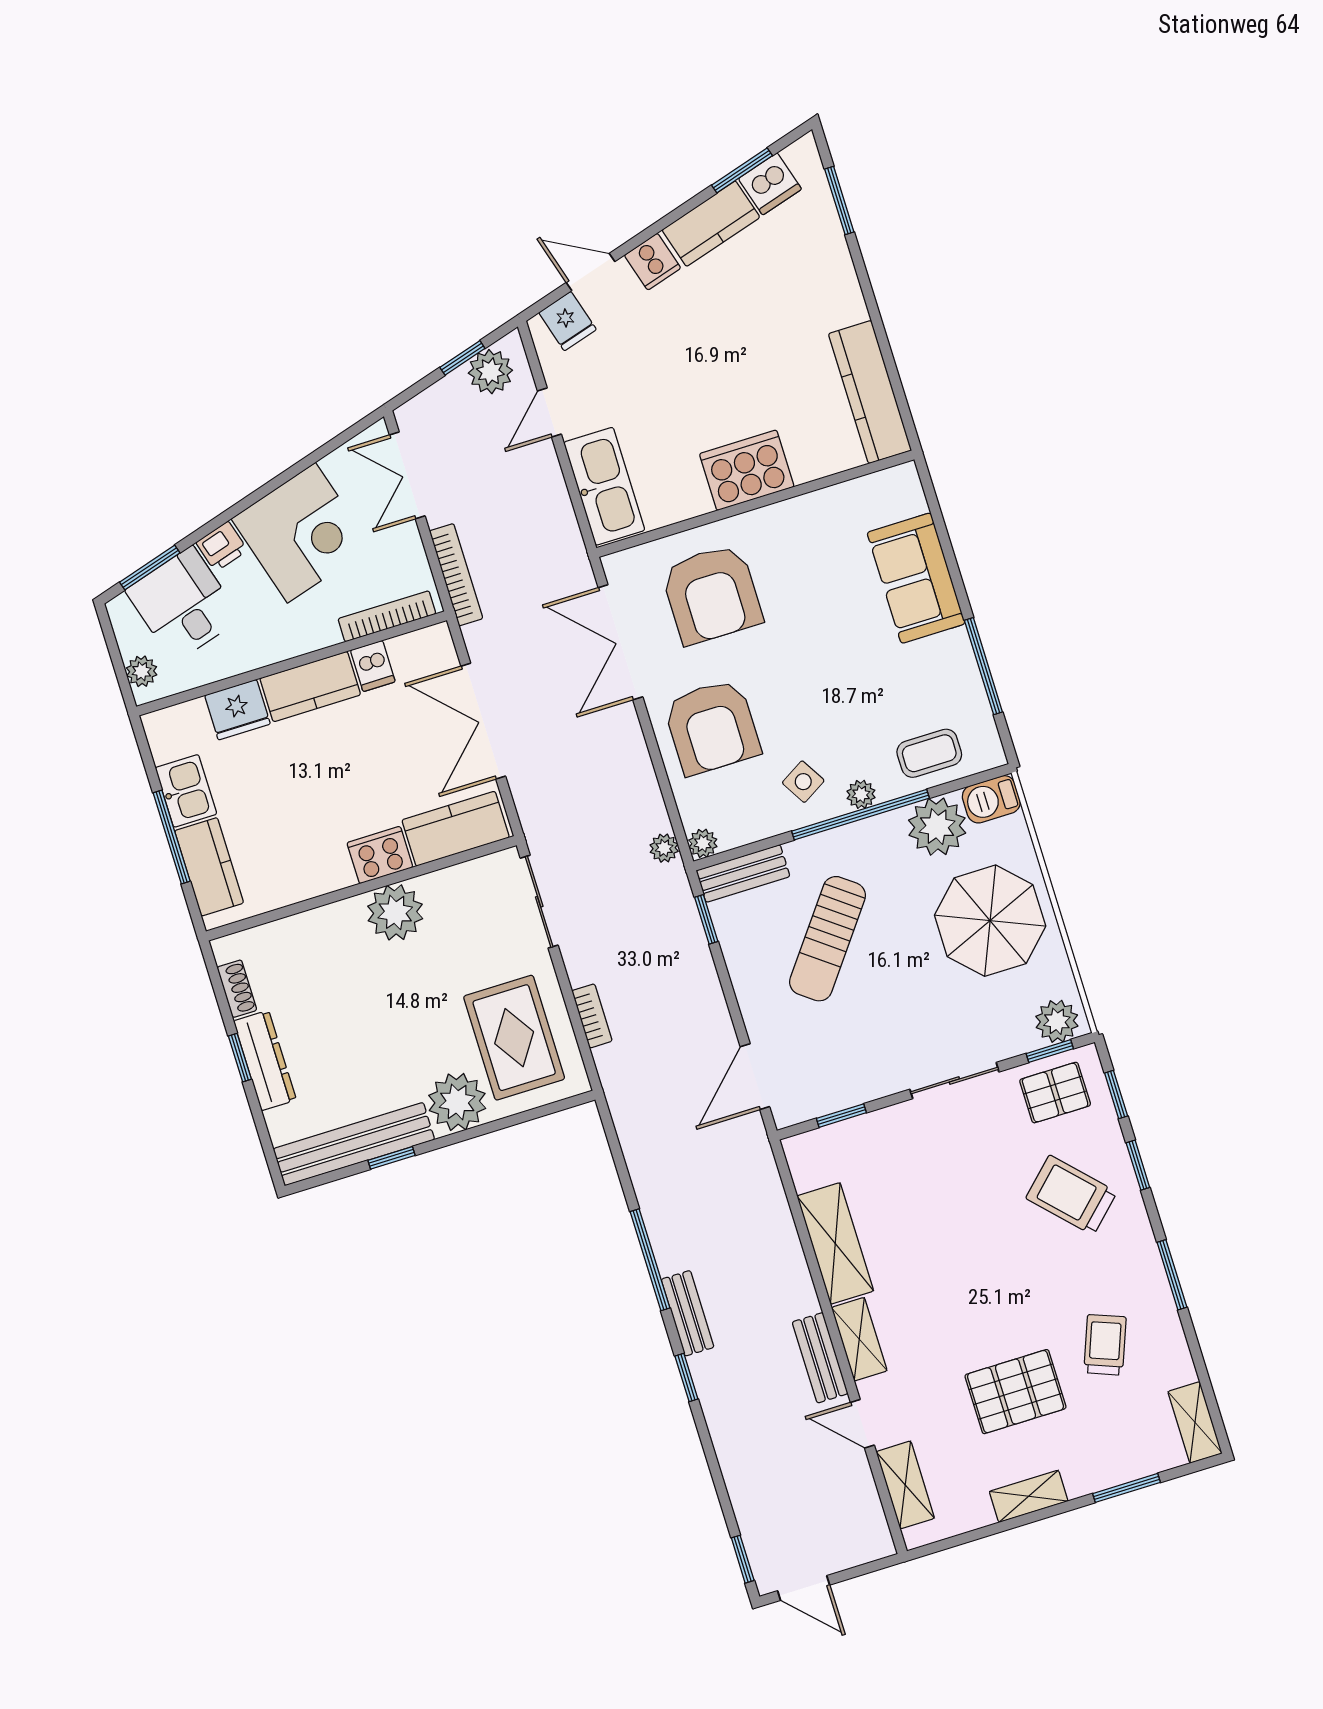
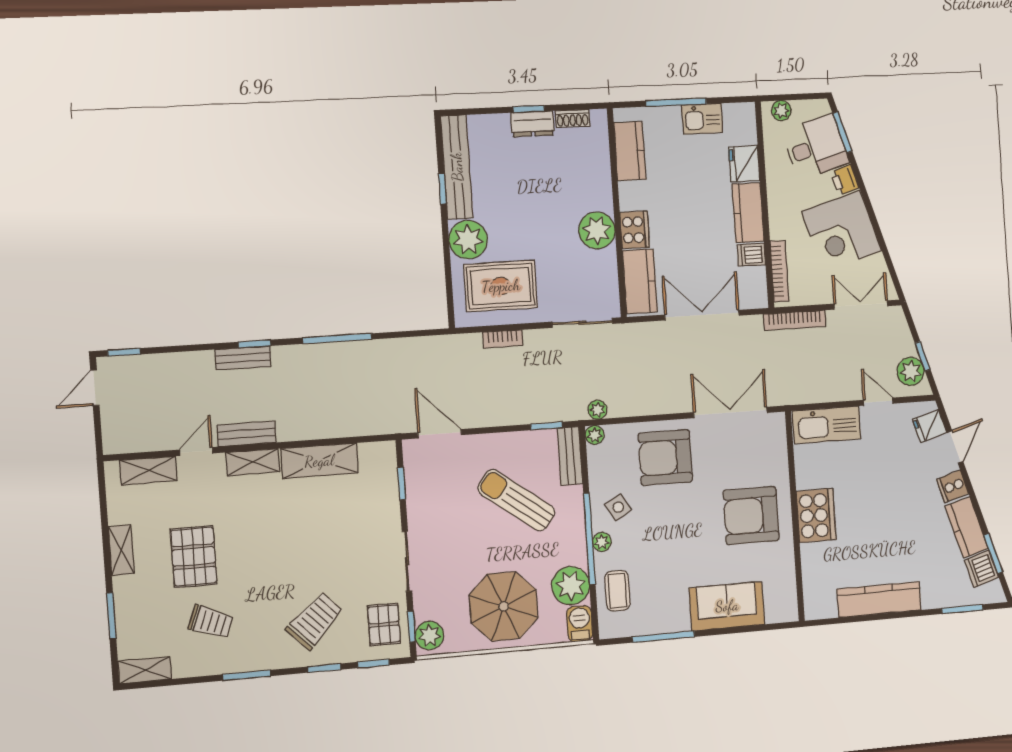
kitchen counter: (870, 392) -> (879, 599), moved
armchair: (712, 594) -> (751, 515), moved
kitchen counter: (209, 867) -> (630, 151), moved, turned -90
dresser: (265, 1060) -> (533, 124), width x0.70
bench: (688, 1313) -> (243, 358), moved

